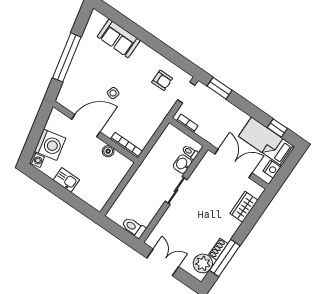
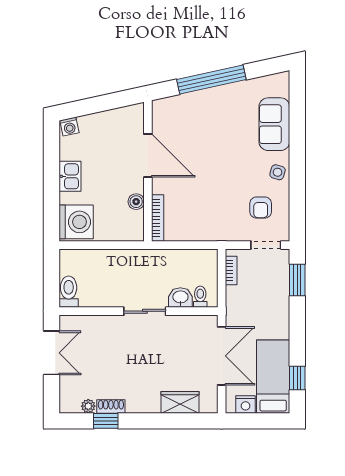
side table: (113, 93) -> (278, 172), moved
washing machine: (50, 145) -> (76, 222), moved, turned -78
window: (225, 258) -> (106, 421), width x0.46
plant: (203, 263) -> (88, 406), width x0.53, depth x0.53

